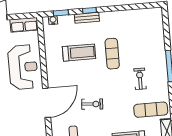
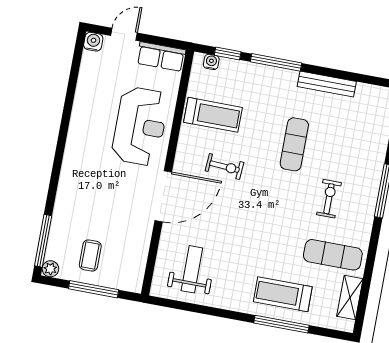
window: (89, 10) -> (276, 62), width x2.17
bench: (87, 18) -> (327, 84), moved, width x1.36
treadmill: (79, 53) -> (213, 115), moved
exercise bike: (92, 104) -> (224, 167), moved

